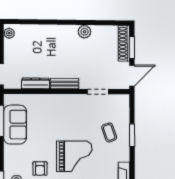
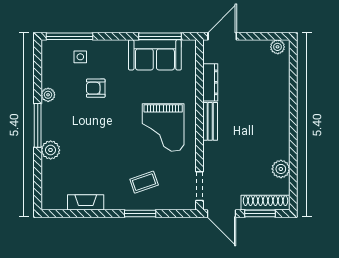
plant: (84, 32) -> (281, 169), moved
doorway: (98, 92) -> (200, 186), moved
grand piano: (74, 156) -> (163, 128), moved

